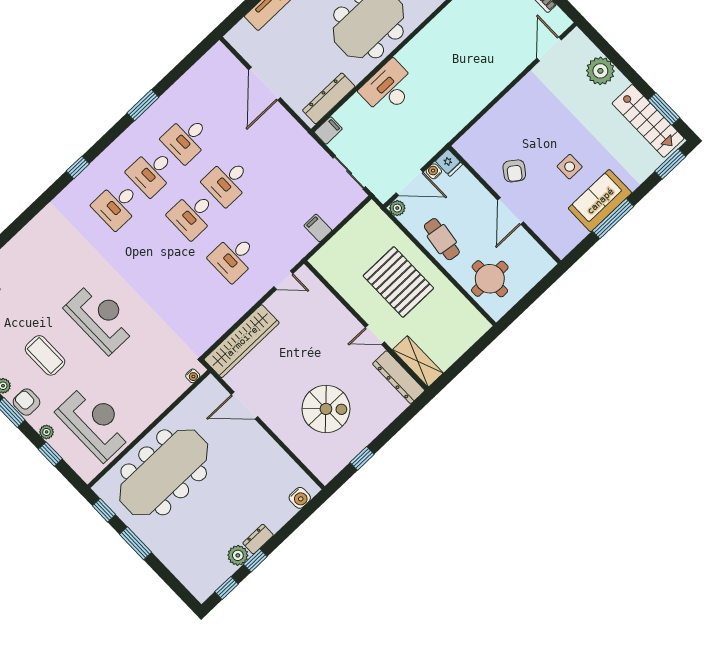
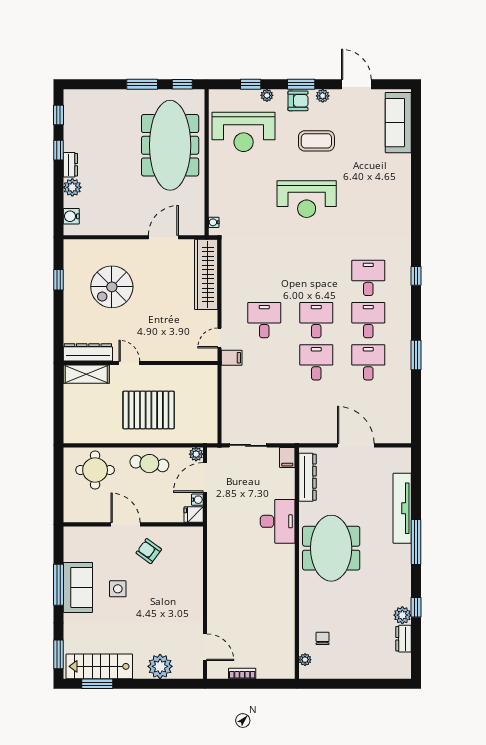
filing cabinet: (318, 228) -> (232, 358), moved
door: (375, 335) -> (129, 363), hinge flipped
plant: (238, 555) -> (72, 187), moved

